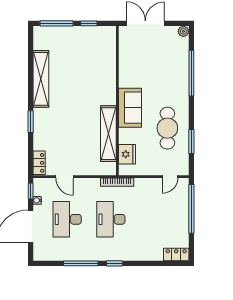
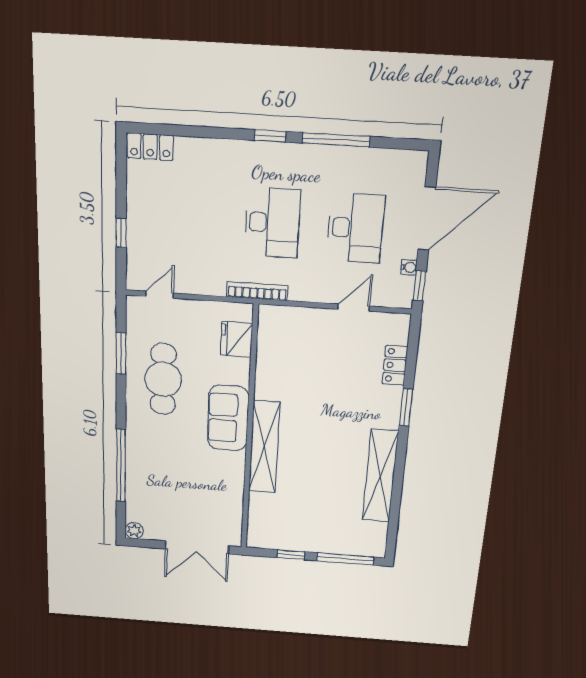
shelving: (108, 134) -> (264, 447), moved
locker: (39, 163) -> (395, 365), moved
door: (64, 177) -> (354, 308), hinge flipped
window: (191, 209) -> (121, 233), width x0.32

